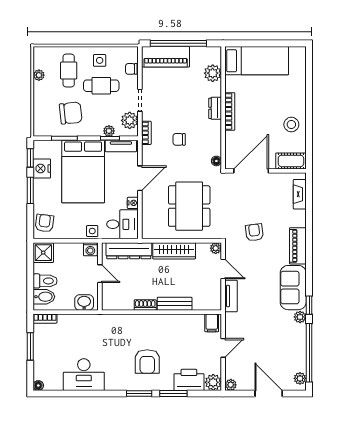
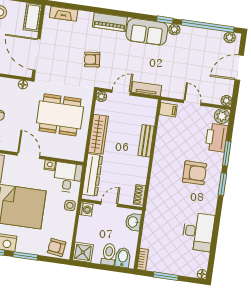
shoe rack: (145, 305) -> (139, 195), moved

